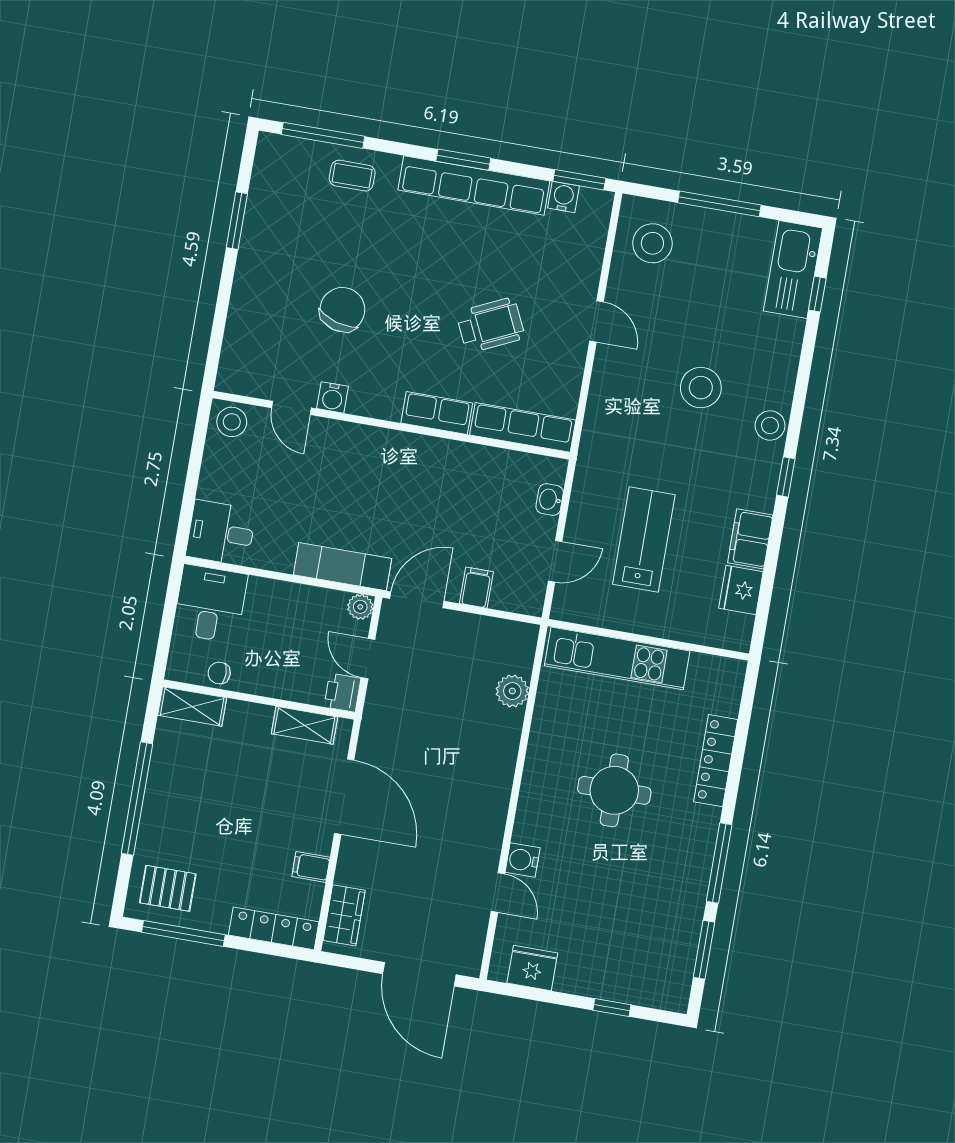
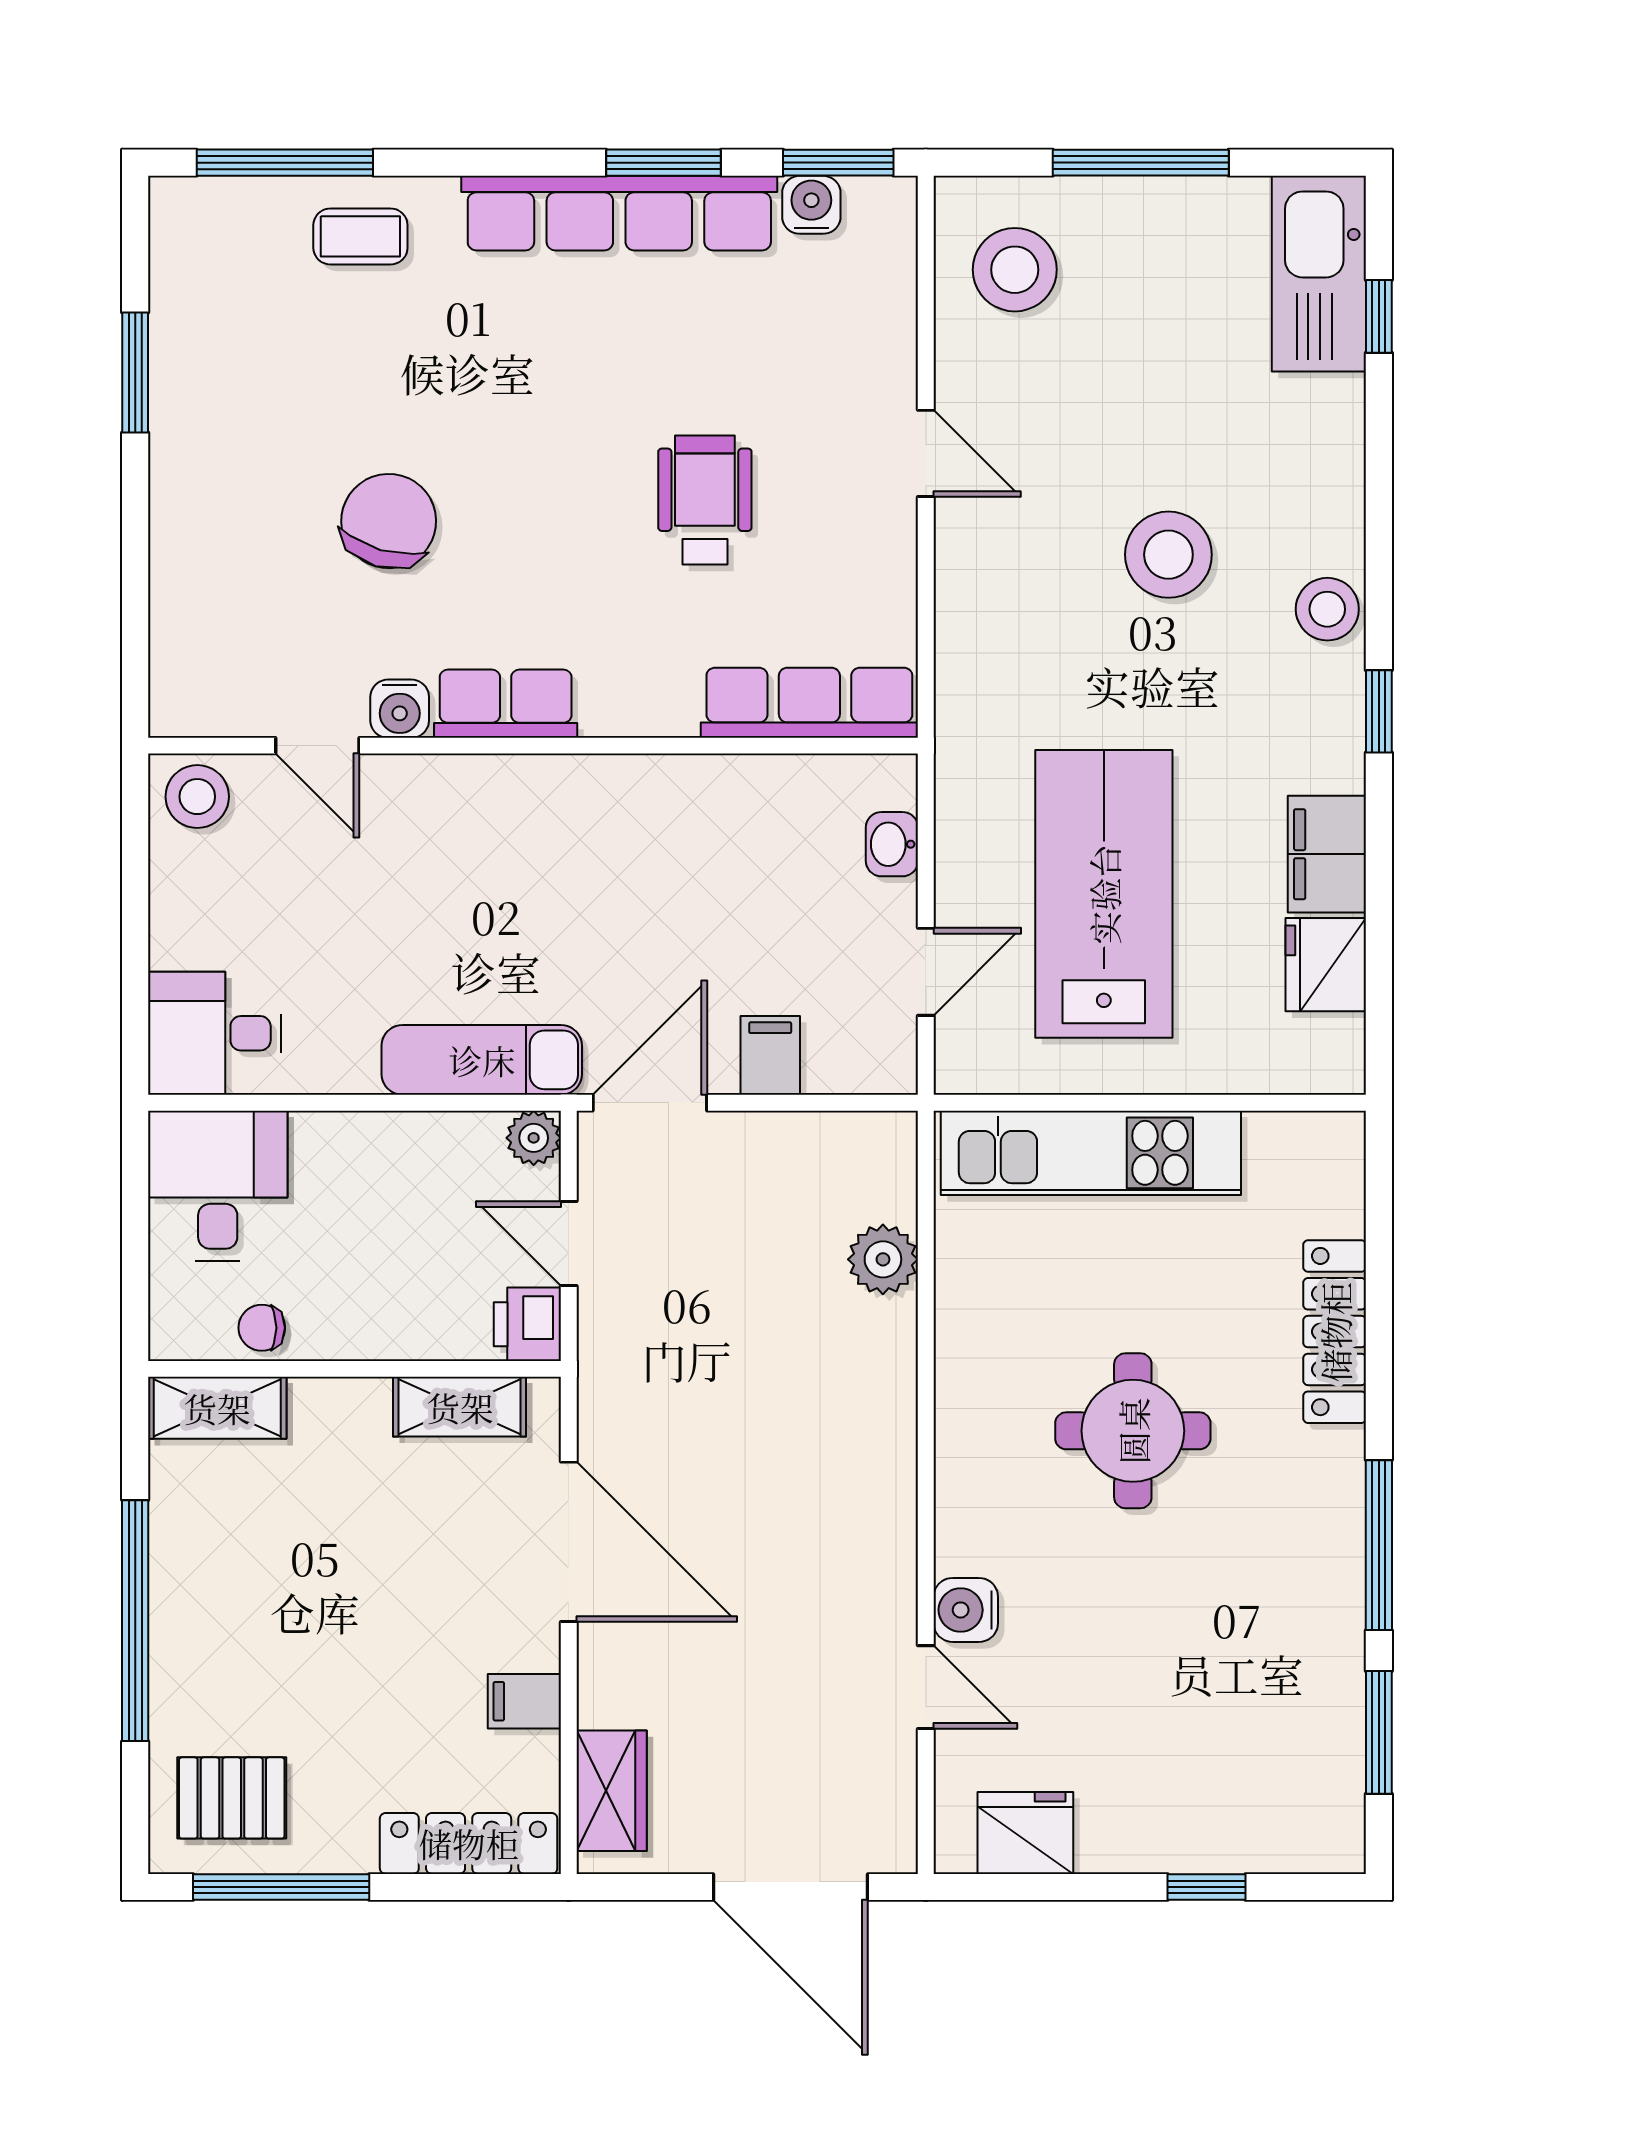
window: (463, 160) -> (663, 163), moved
wheelchair: (491, 325) -> (705, 500), turned -65
row of seats: (437, 413) -> (506, 704), moved
lab bench: (644, 539) -> (1104, 894), width x1.36, depth x1.39

